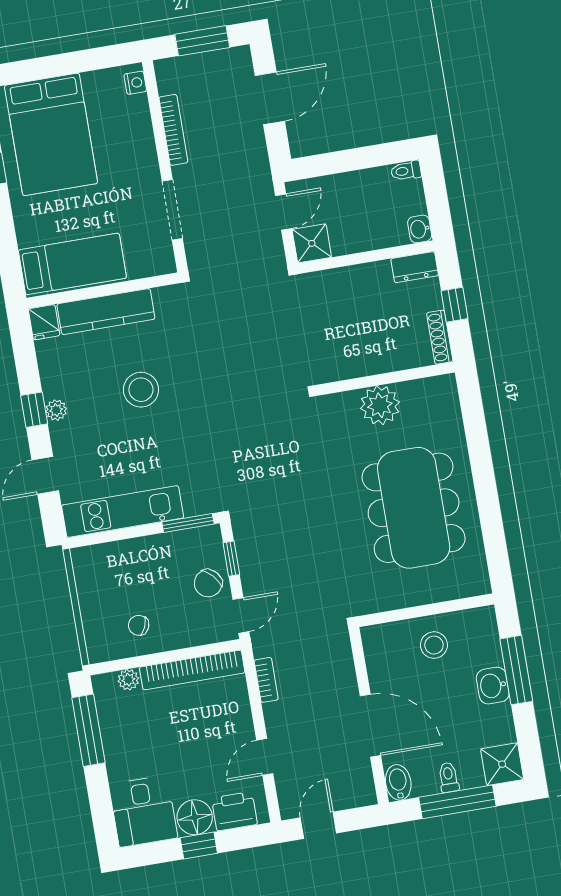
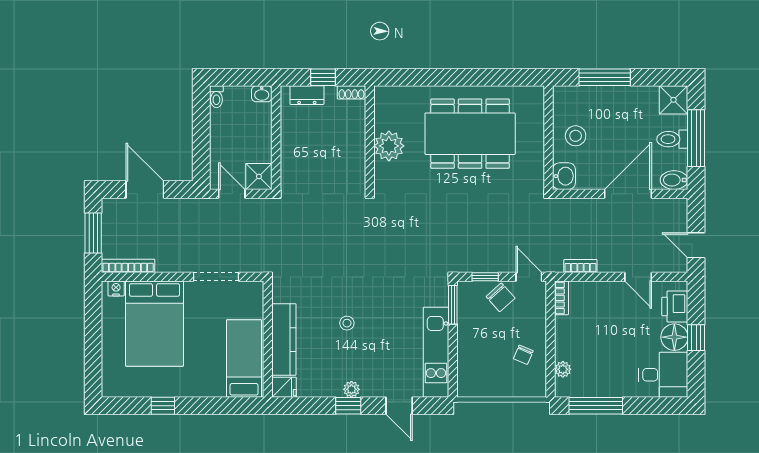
bookcase: (173, 130) -> (128, 266), moved
bed: (51, 134) -> (154, 324), moved, turned 90
dresser: (415, 267) -> (307, 95), moved, turned 90
shoe rack: (440, 337) -> (351, 92), width x0.70
stool: (141, 390) -> (347, 323), width x0.53, depth x0.53
bookcase: (192, 670) -> (561, 298), width x0.43, depth x0.76
washbasin: (493, 686) -> (564, 176), moved, turned -90
toilet: (449, 777) -> (672, 139), width x1.37, depth x1.39

